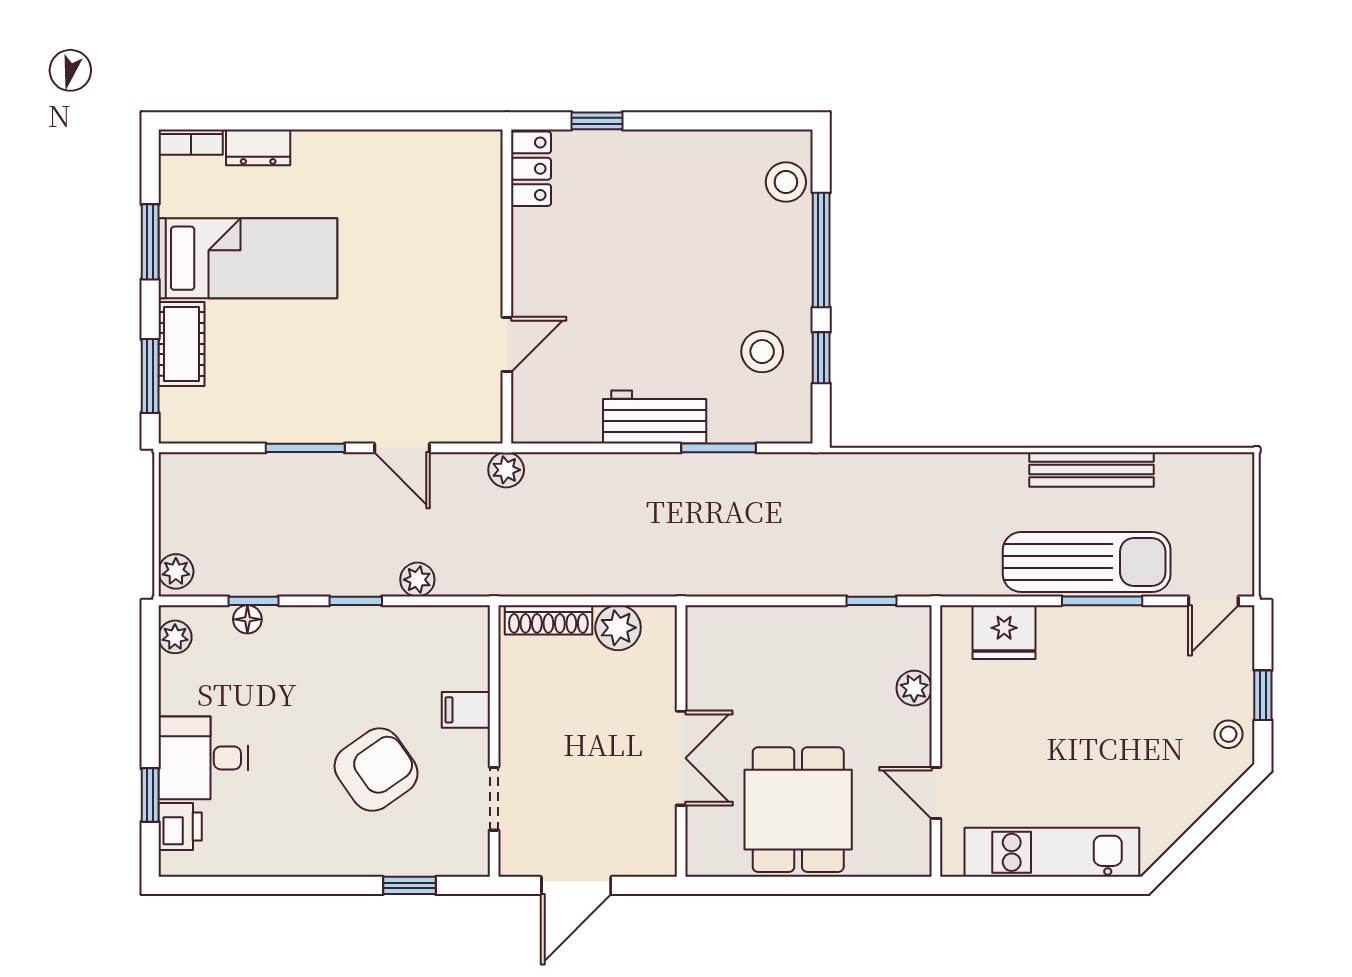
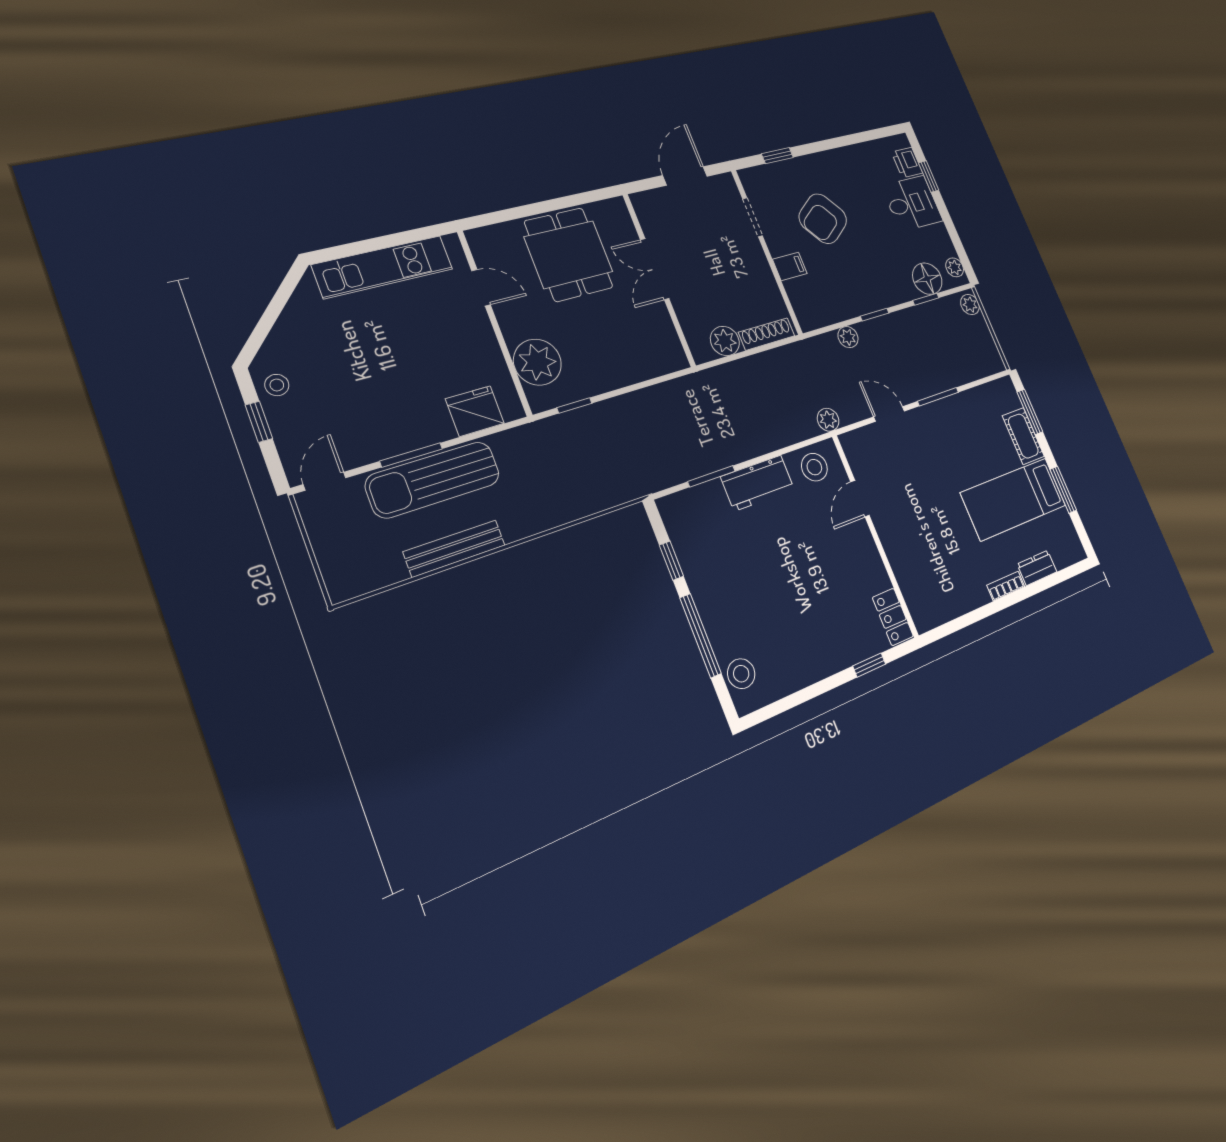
bookcase: (191, 142) -> (1006, 586), moved
stool: (762, 352) -> (814, 467), moved
floor lamp: (247, 619) -> (927, 279), width x1.89, depth x1.89
plant: (914, 688) -> (537, 362), width x1.87, depth x1.87

